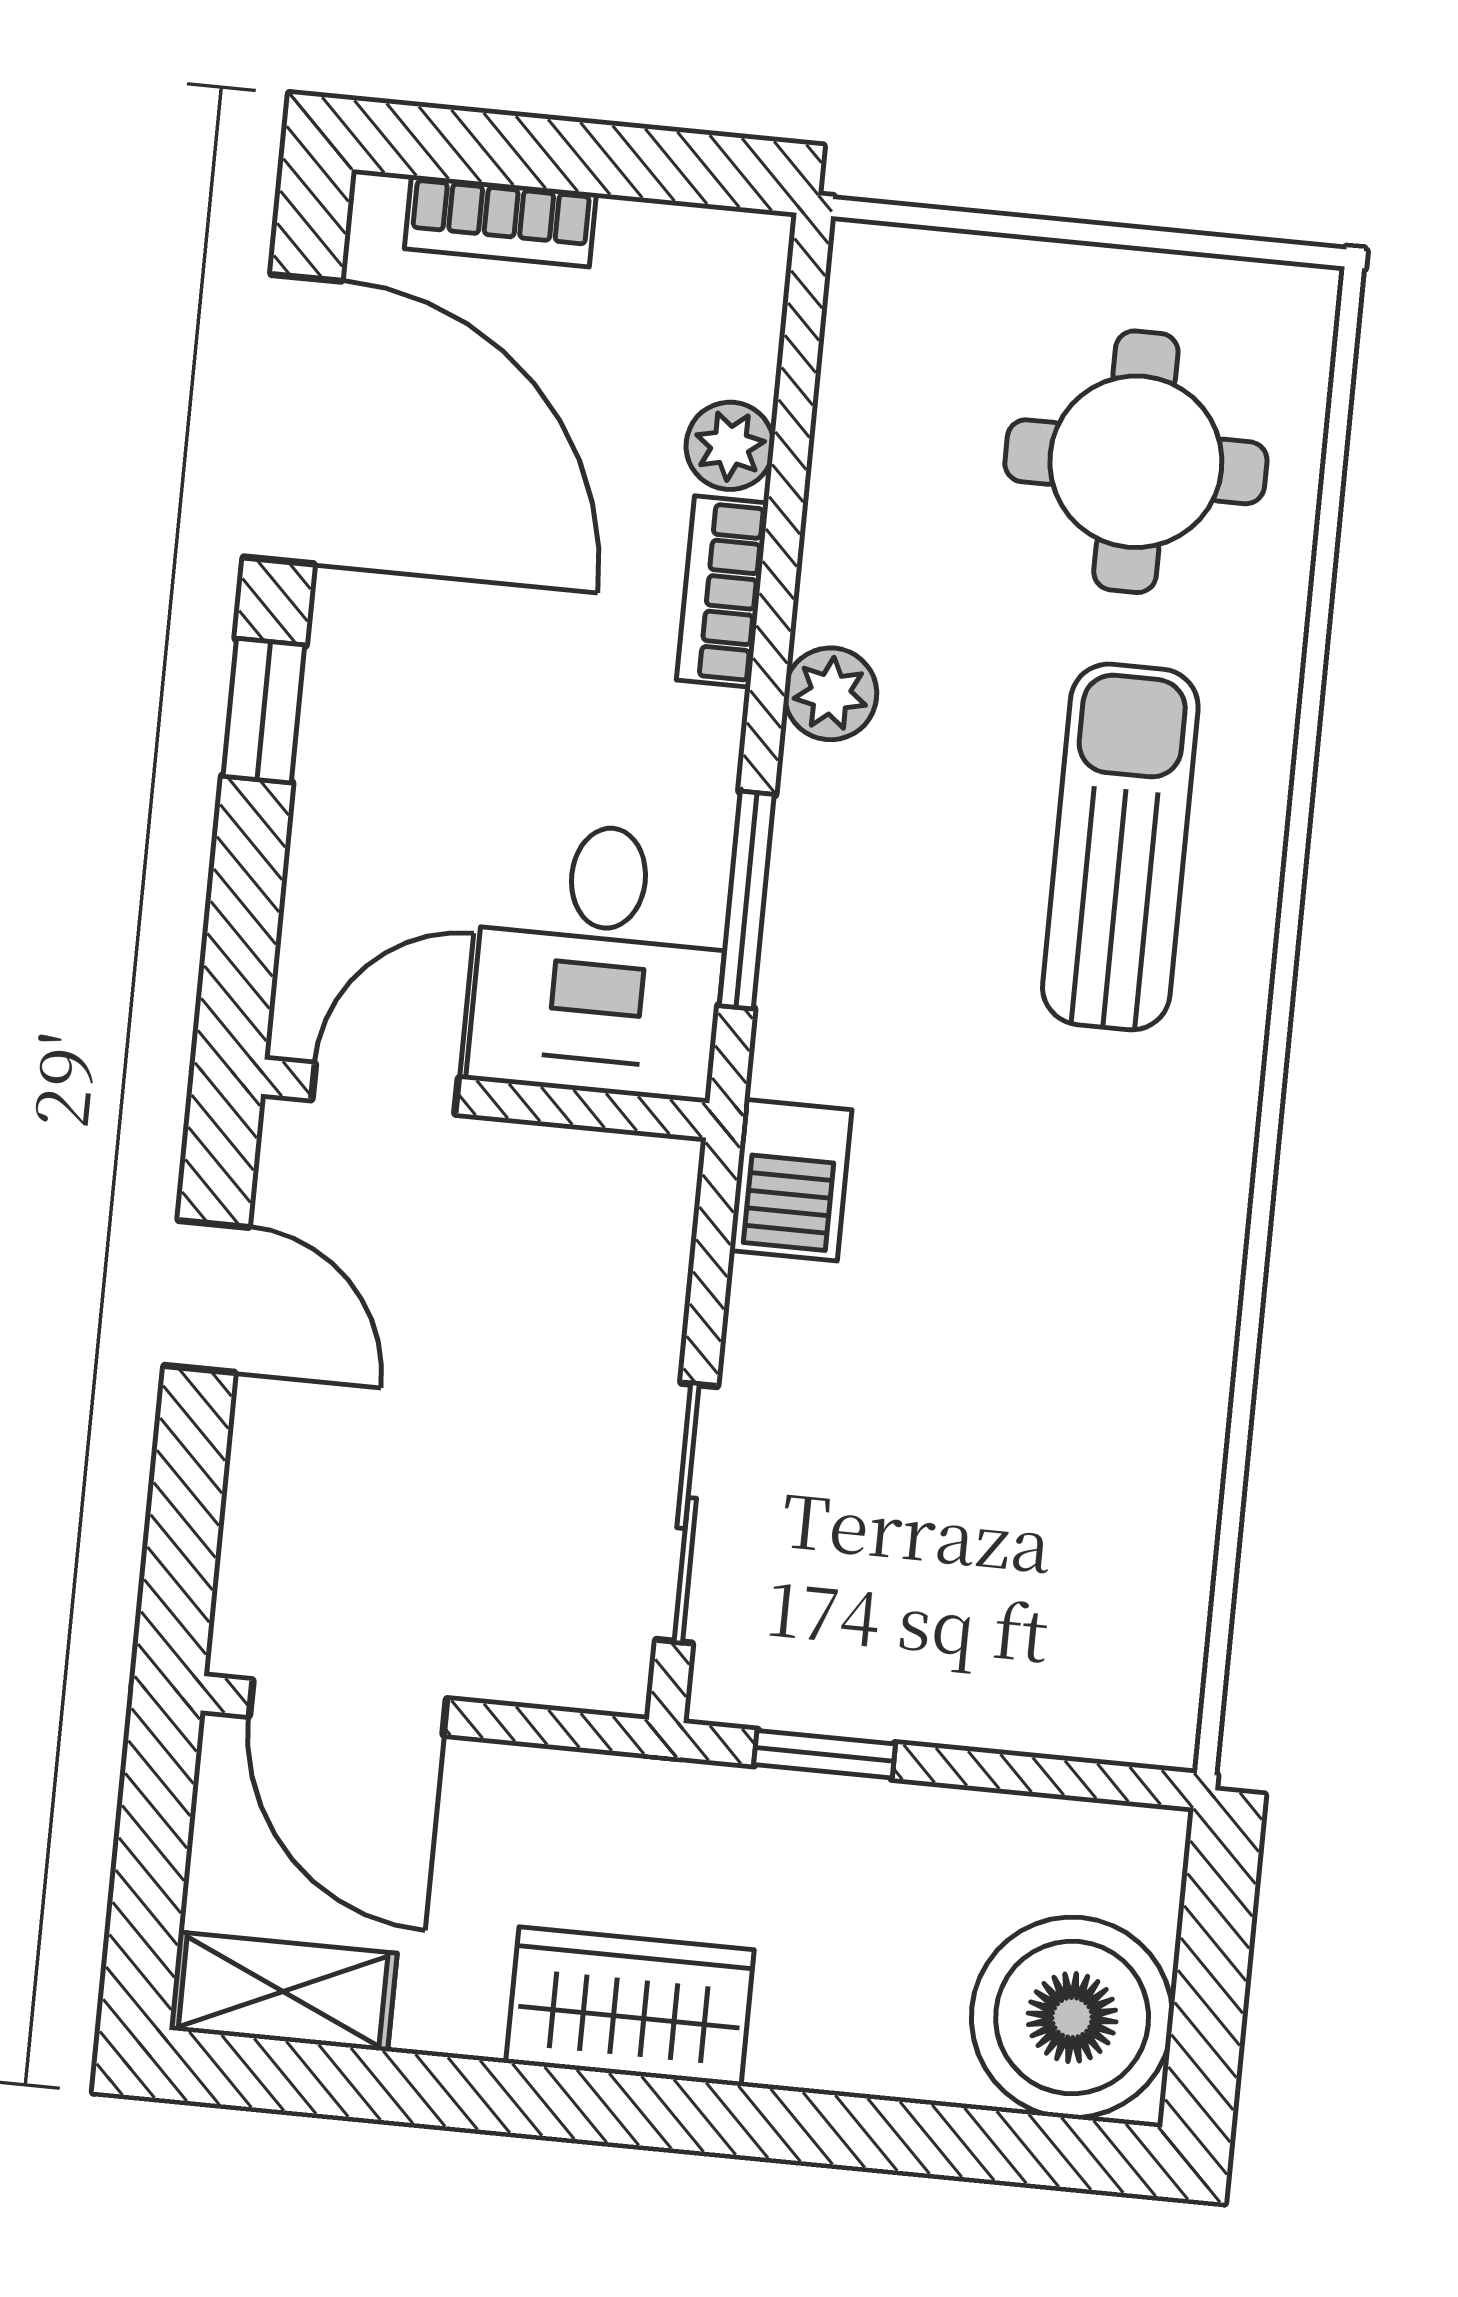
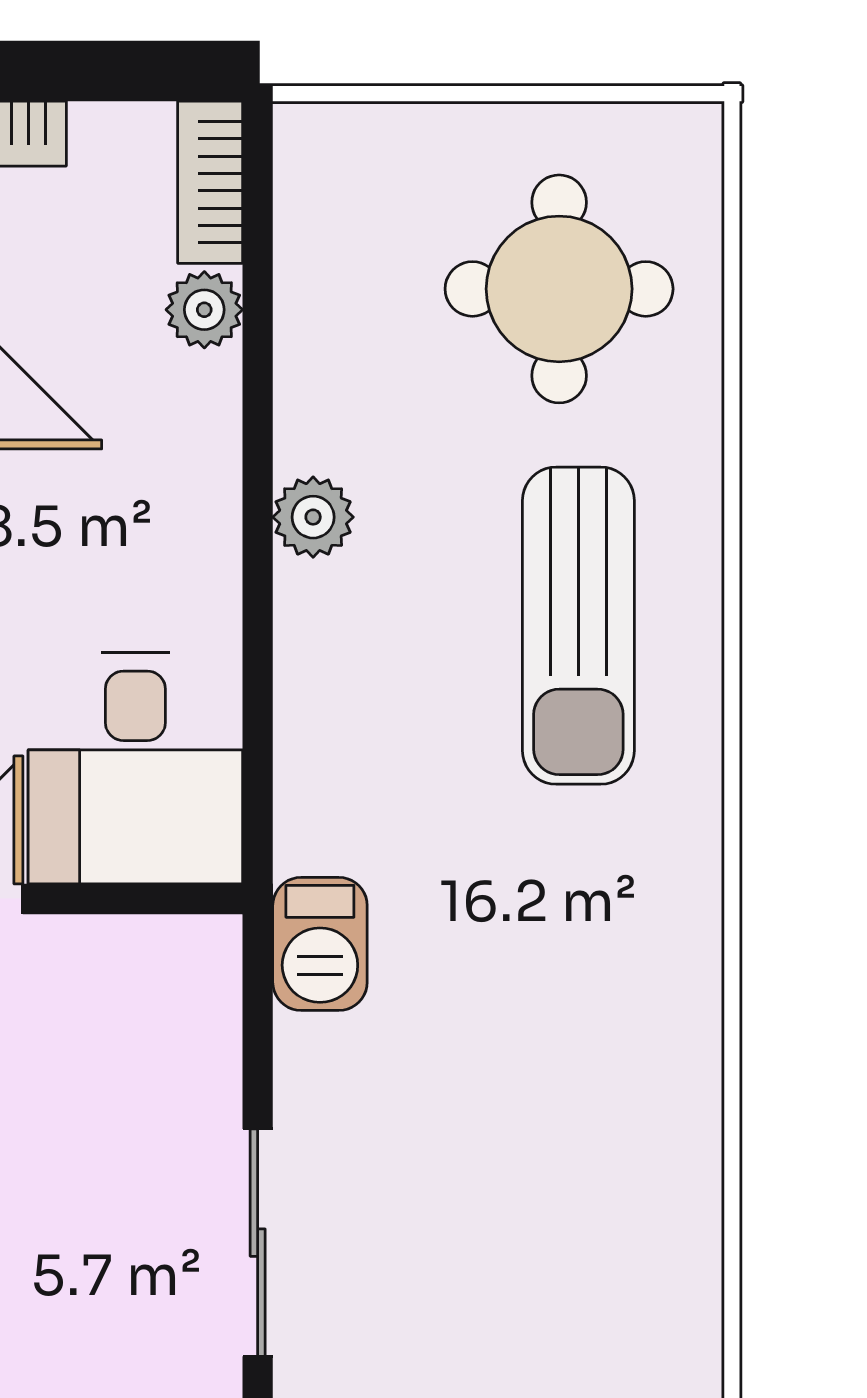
bookcase: (722, 591) -> (210, 182), moved
sun lounger: (1120, 847) -> (578, 626), turned 180
window: (747, 900) -> (258, 704), removed

